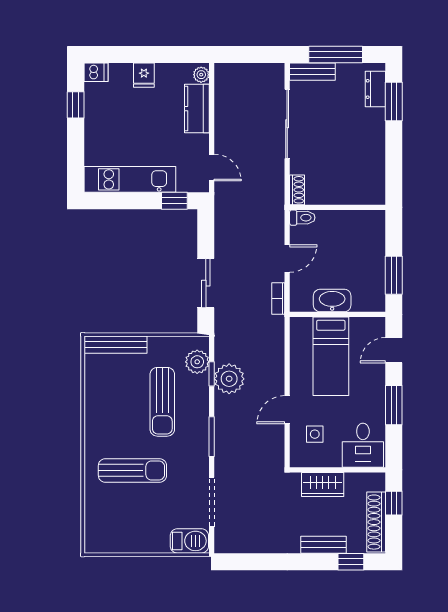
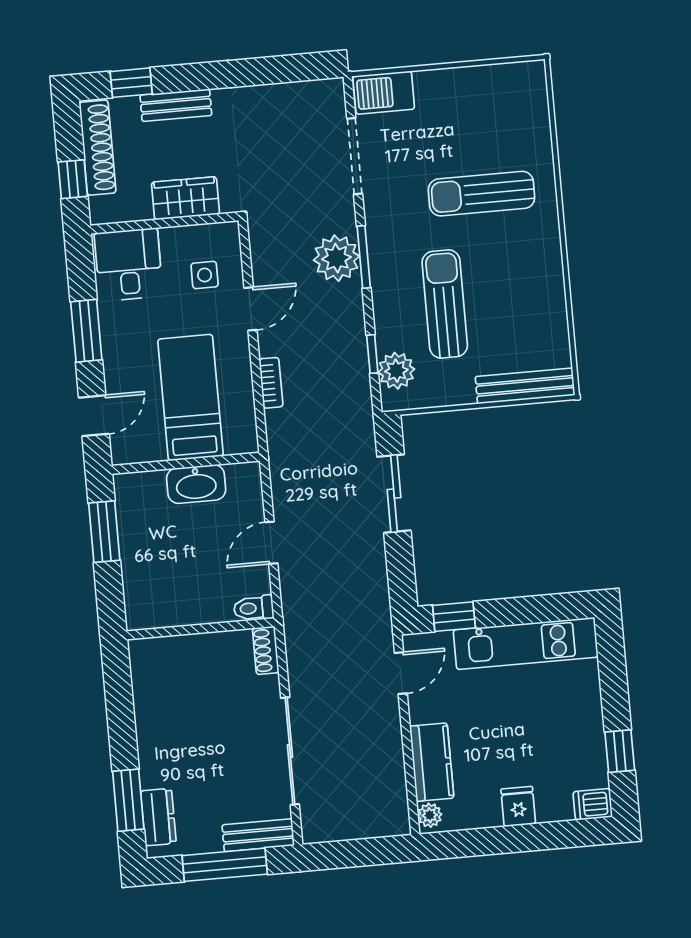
door: (212, 167) -> (401, 673), swing flipped
bookcase: (278, 299) -> (271, 383), moved
plant: (229, 379) -> (336, 258), moved

